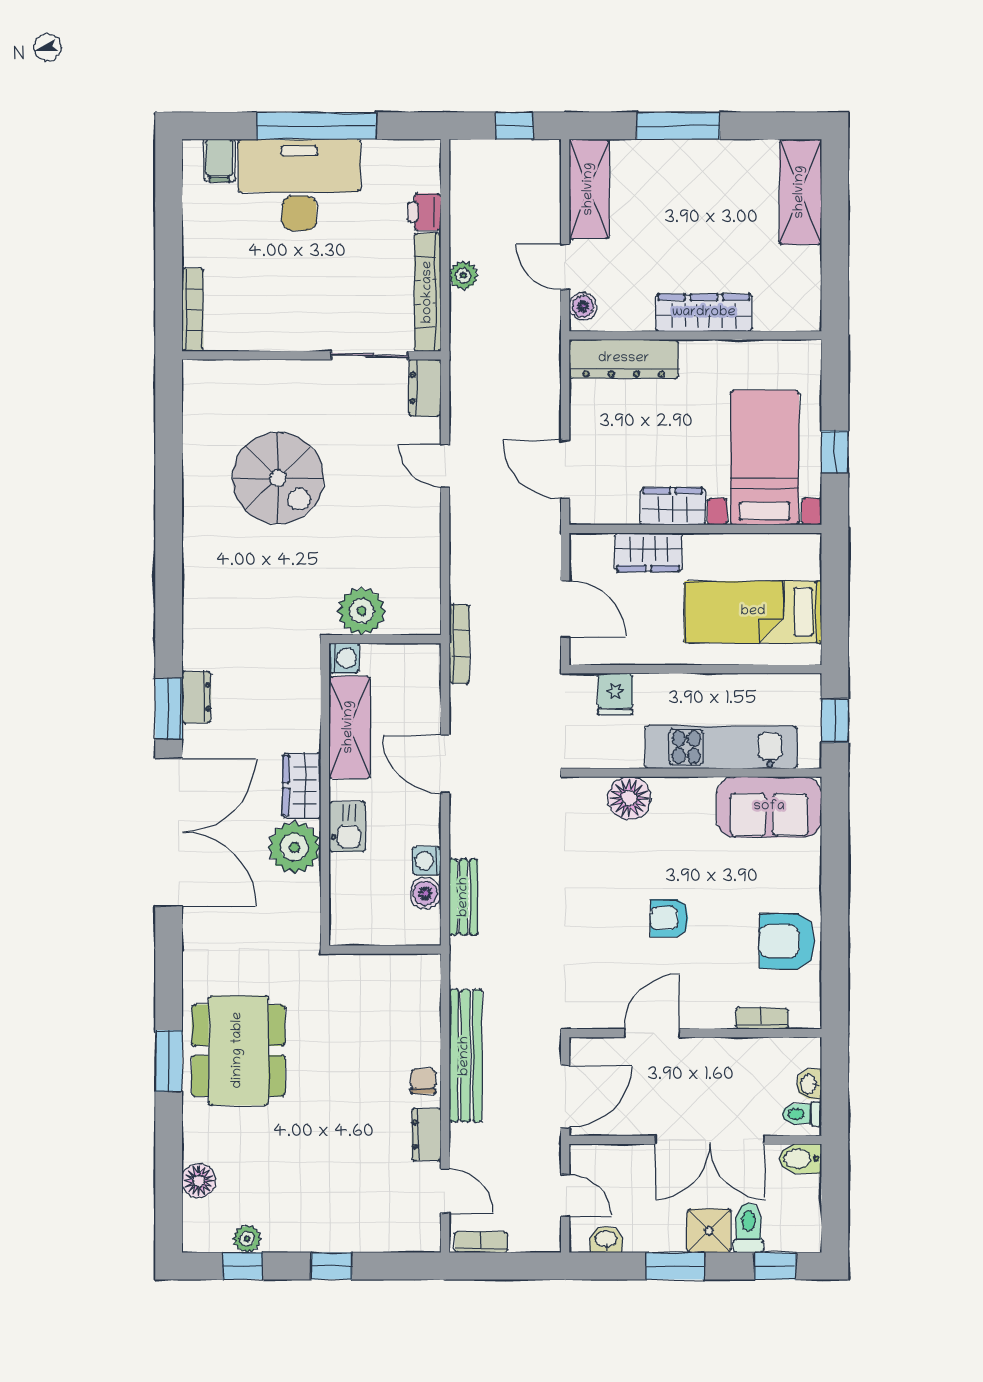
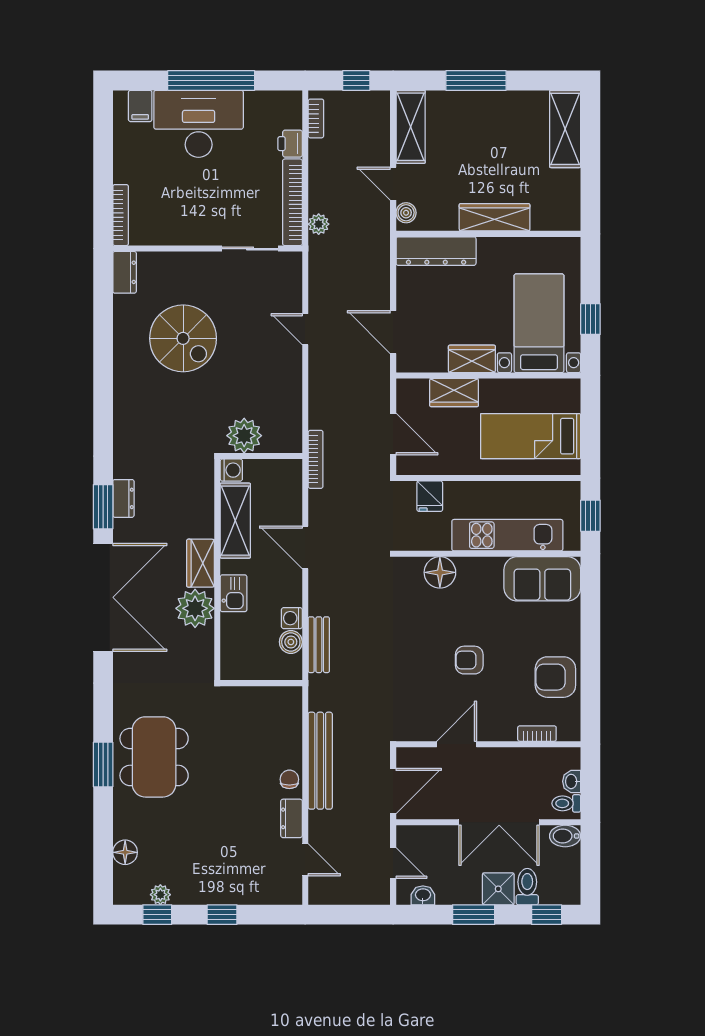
plant: (463, 276) -> (319, 224), moved
dresser: (425, 388) -> (125, 272), moved, turned 180
bookcase: (481, 1242) -> (316, 118), moved, turned 90

